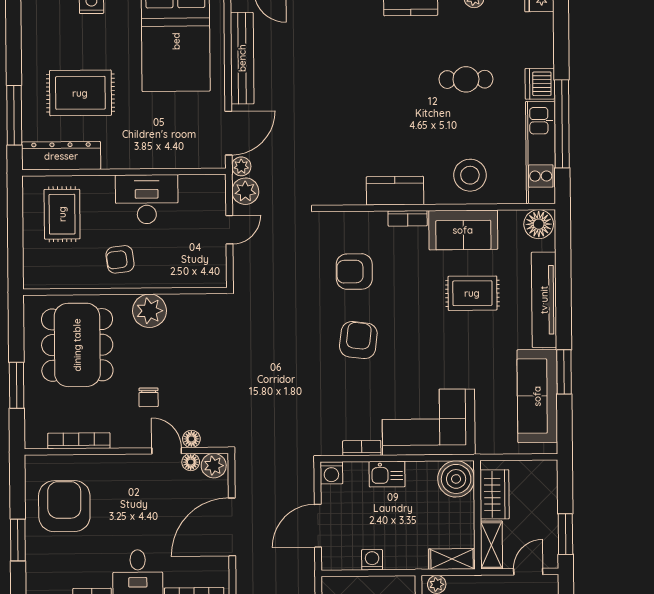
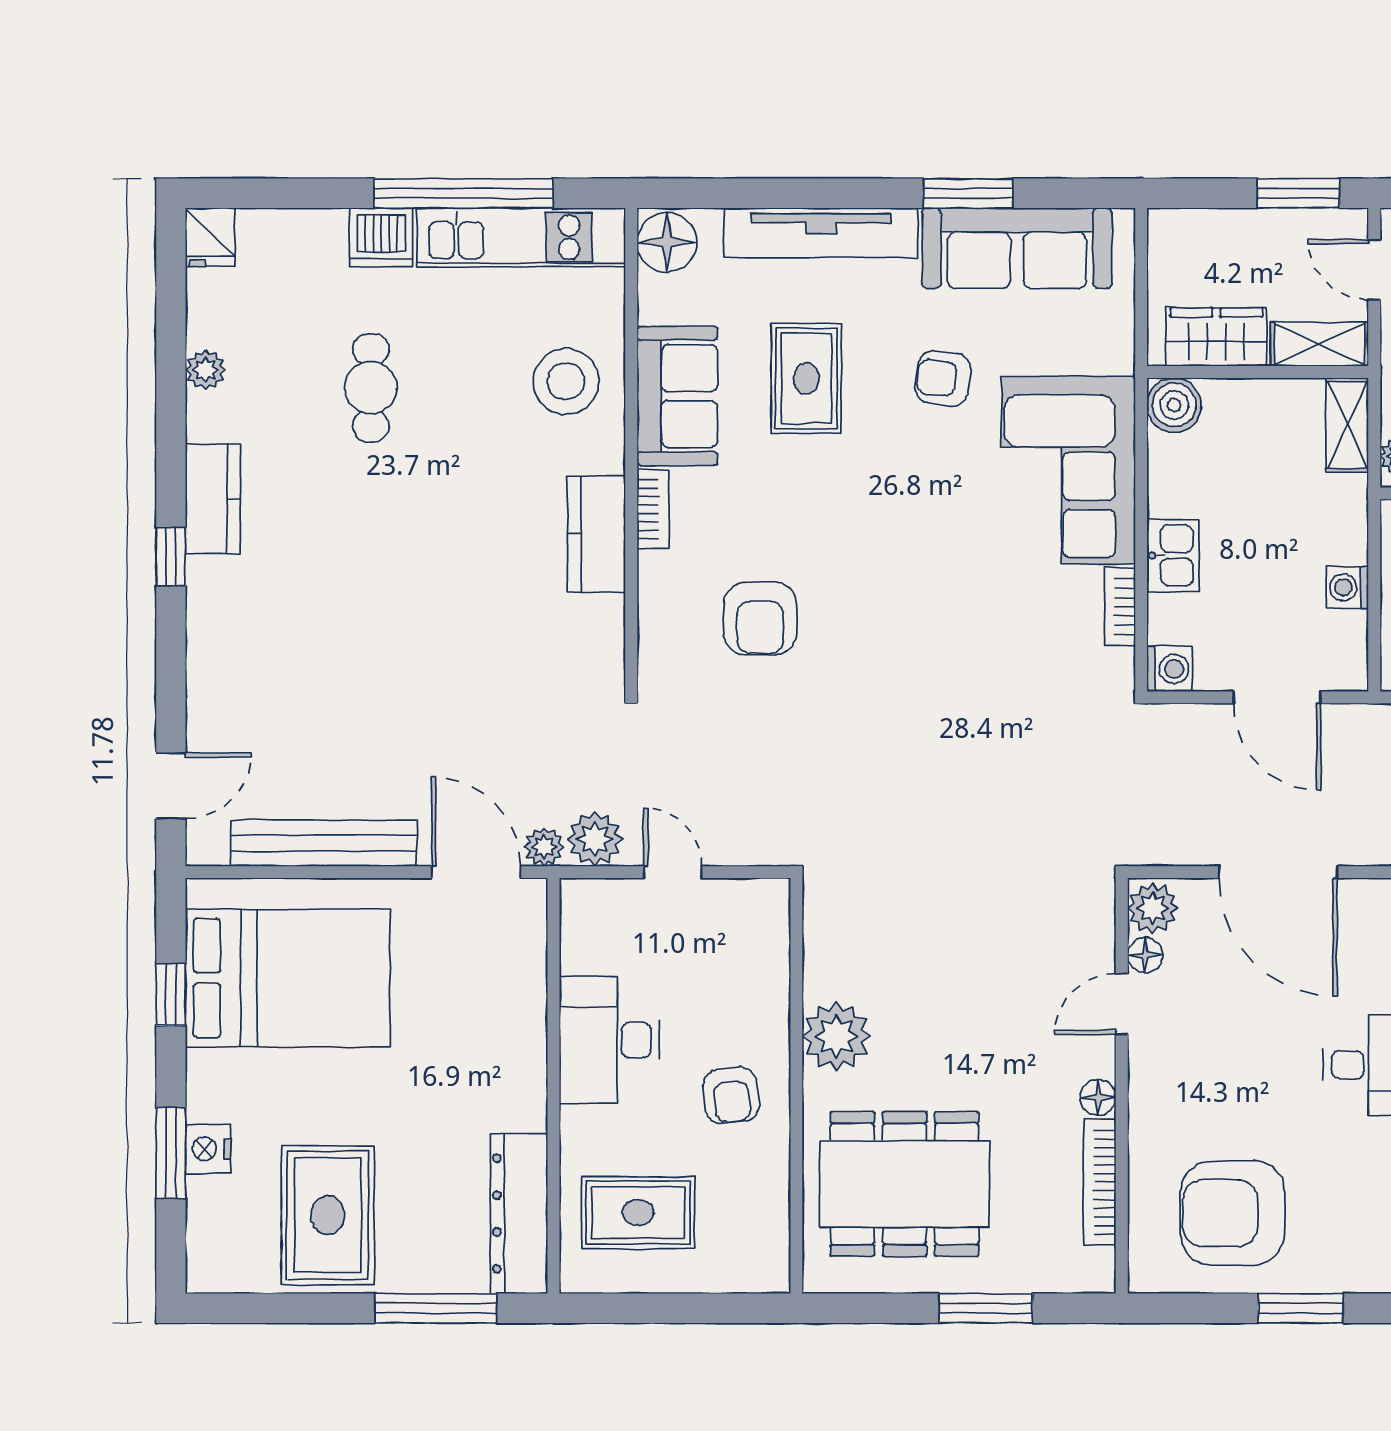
rug: (80, 93) -> (328, 1215), moved
armchair: (358, 340) -> (943, 378), moved, width x0.72, depth x0.72
chair: (149, 397) -> (1013, 1040), removed
floor lamp: (191, 439) -> (1098, 1097), moved
boiler: (456, 479) -> (1174, 405), width x0.73, depth x0.73

